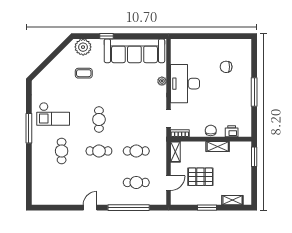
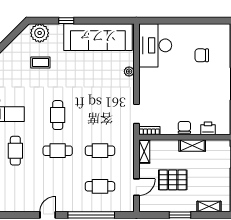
desk: (185, 84) -> (155, 45), moved

